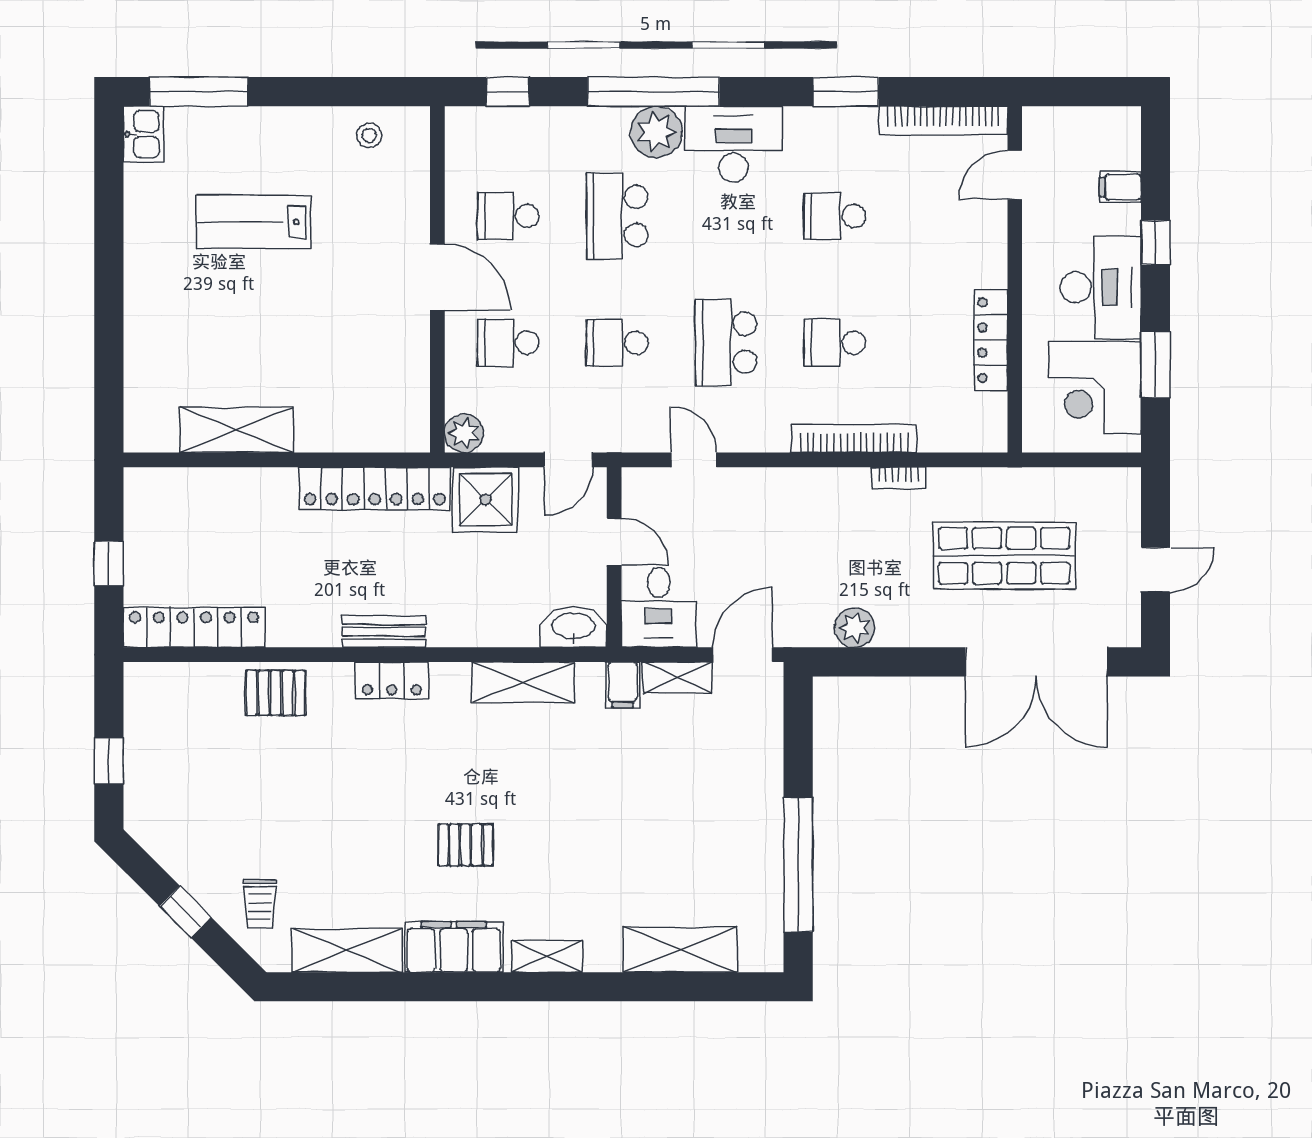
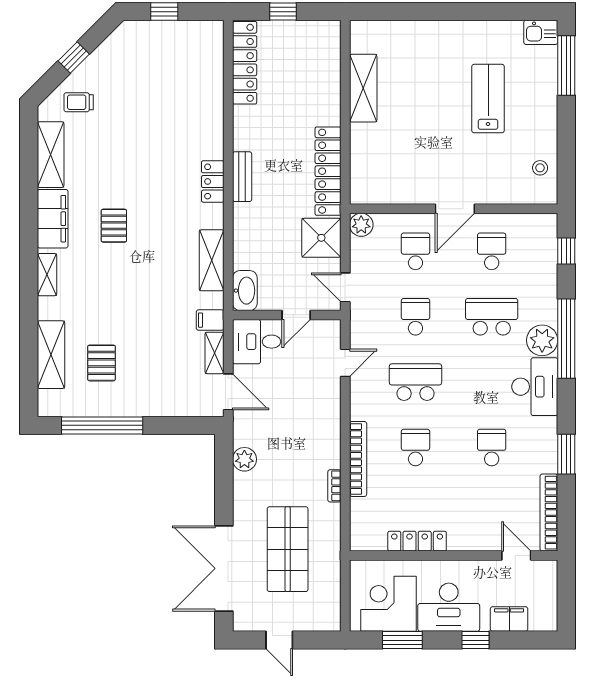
filing cabinet: (1120, 187) -> (509, 619), width x2.00
pallet: (276, 693) -> (101, 363), moved

